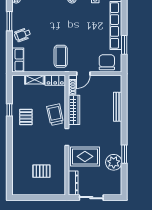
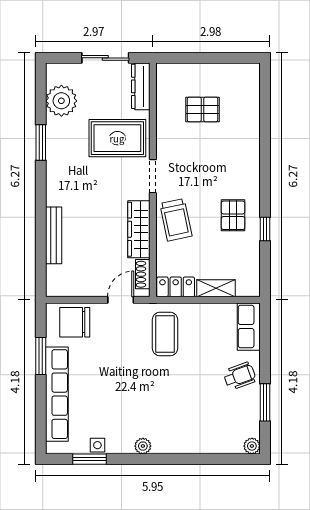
chair: (107, 62) -> (75, 322), turned 90
plant: (114, 162) -> (61, 101), moved

